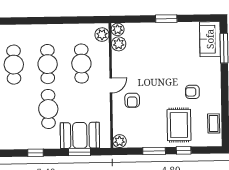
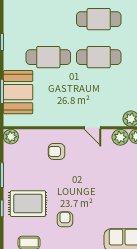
cafe table: (81, 64) -> (99, 95), removed
door: (111, 85) -> (92, 128), moved

